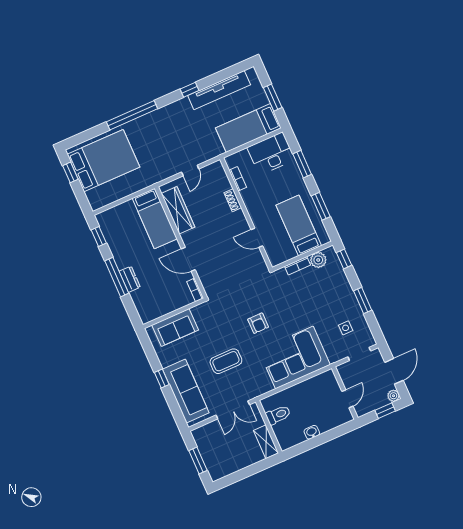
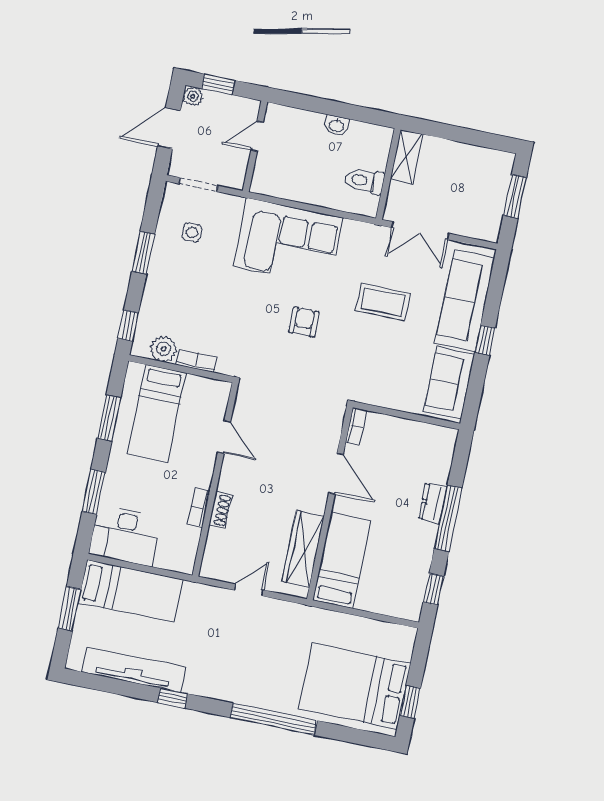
bookcase: (238, 179) -> (199, 508), moved
sofa: (175, 328) -> (449, 383), moved, turned -90
double door: (233, 410) -> (420, 231), swing flipped

